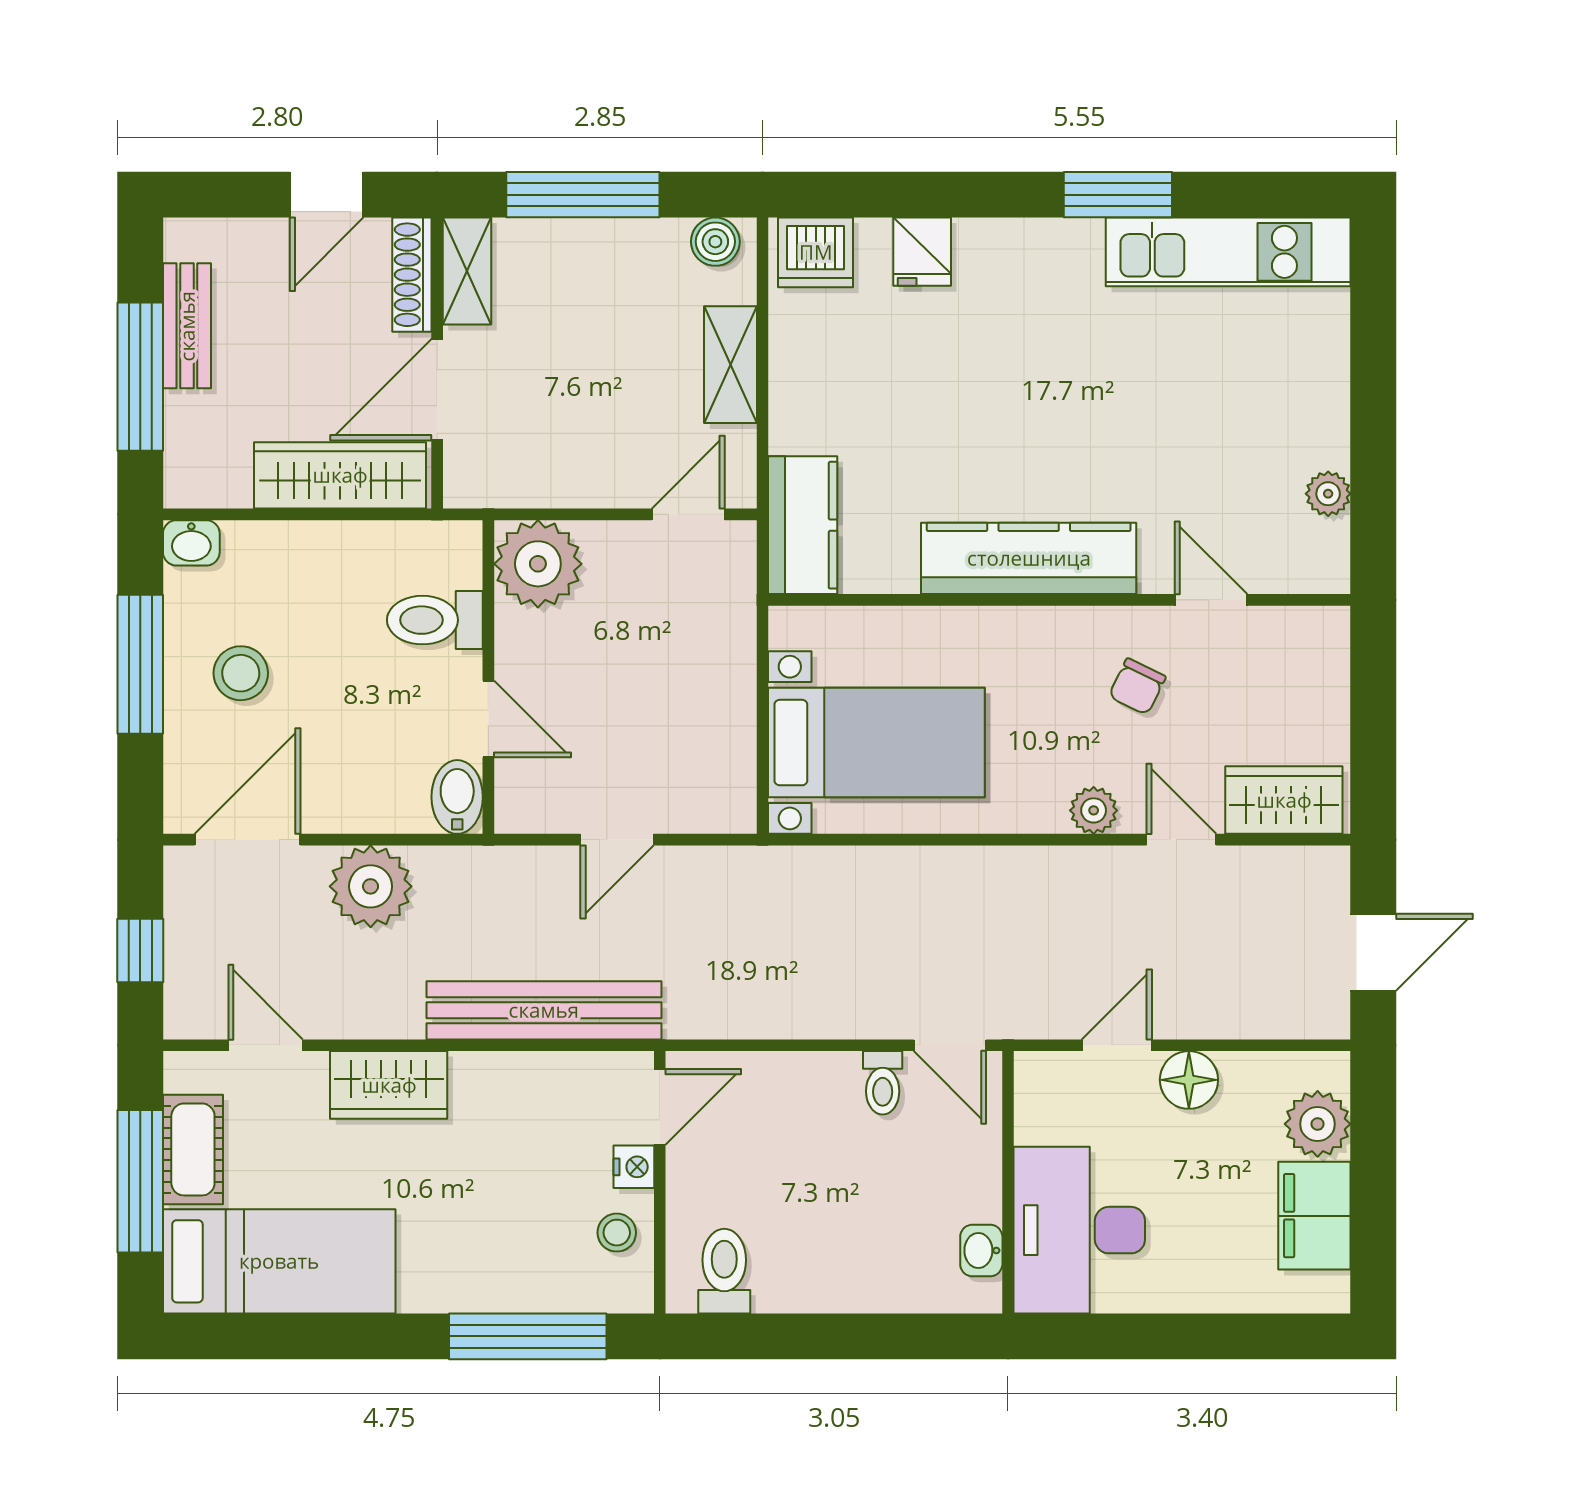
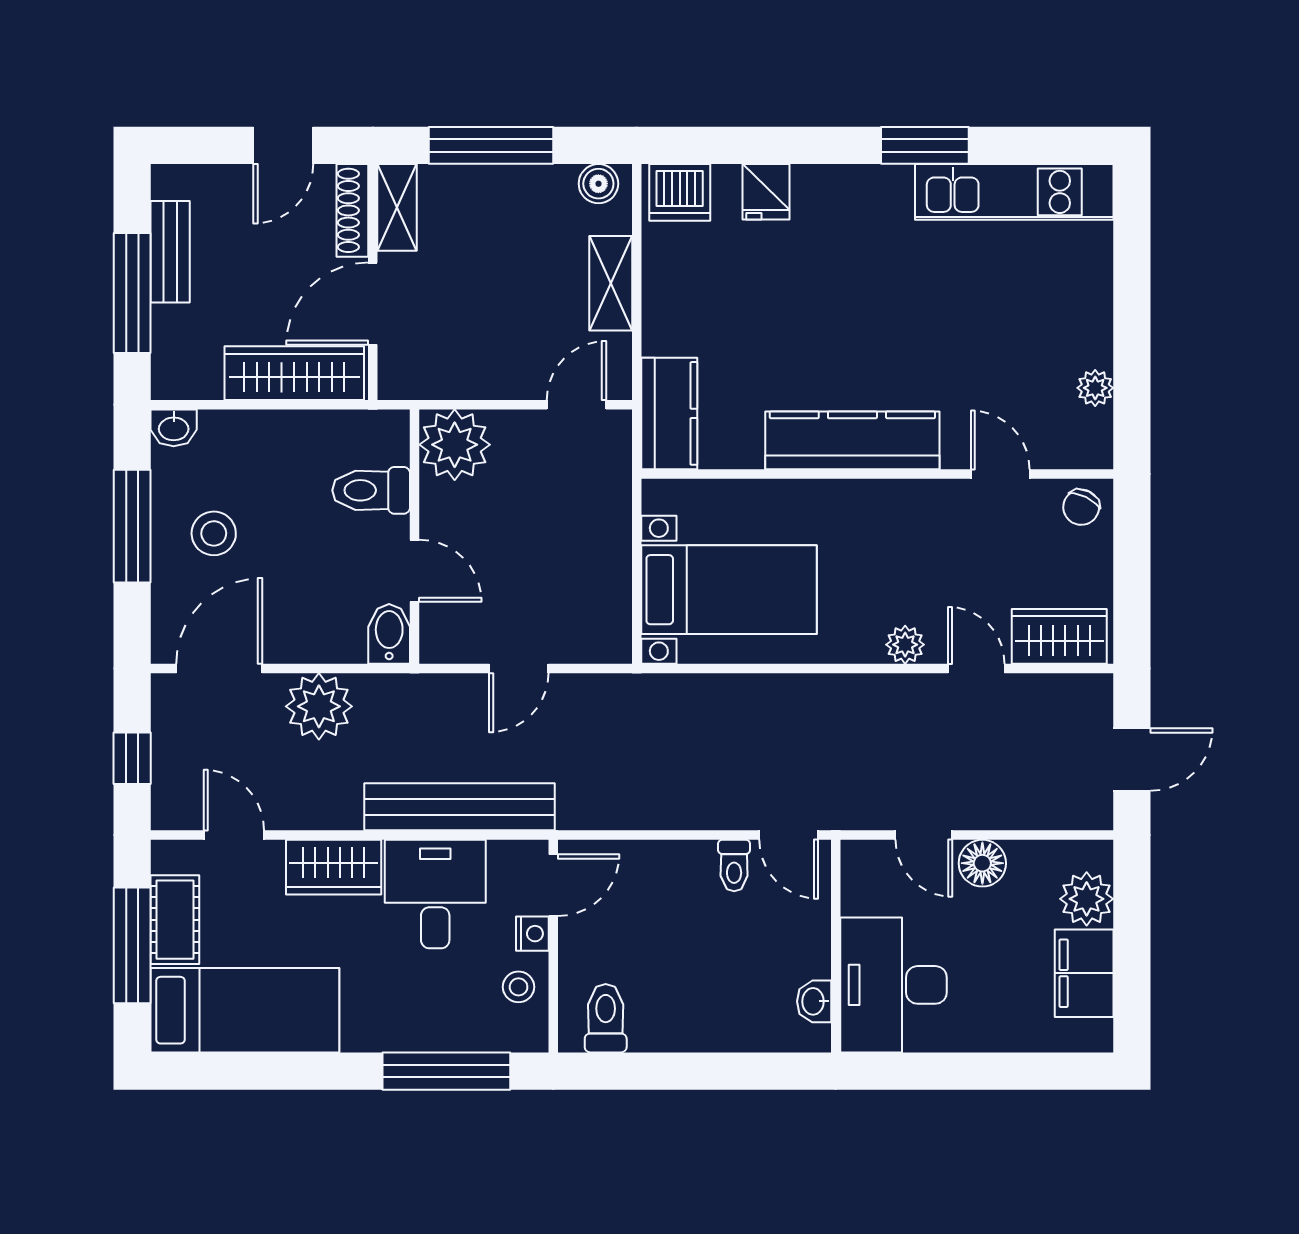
chair: (1137, 687) -> (1081, 507), moved
door: (1117, 1045) -> (924, 835), swing flipped
desk: (514, 1118) -> (435, 894), added

